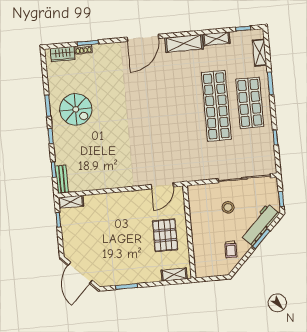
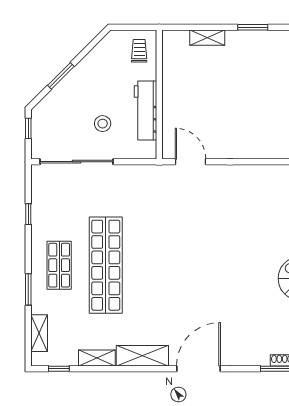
shop shelf: (250, 103) -> (59, 265), width x0.70, depth x0.74
door: (162, 186) -> (191, 162), hinge flipped
workbench: (260, 225) -> (146, 110), moved, turned 135
pallet: (165, 235) -> (193, 93), removed
trolley: (231, 249) -> (139, 51), moved
shelving: (174, 275) -> (207, 38), moved

